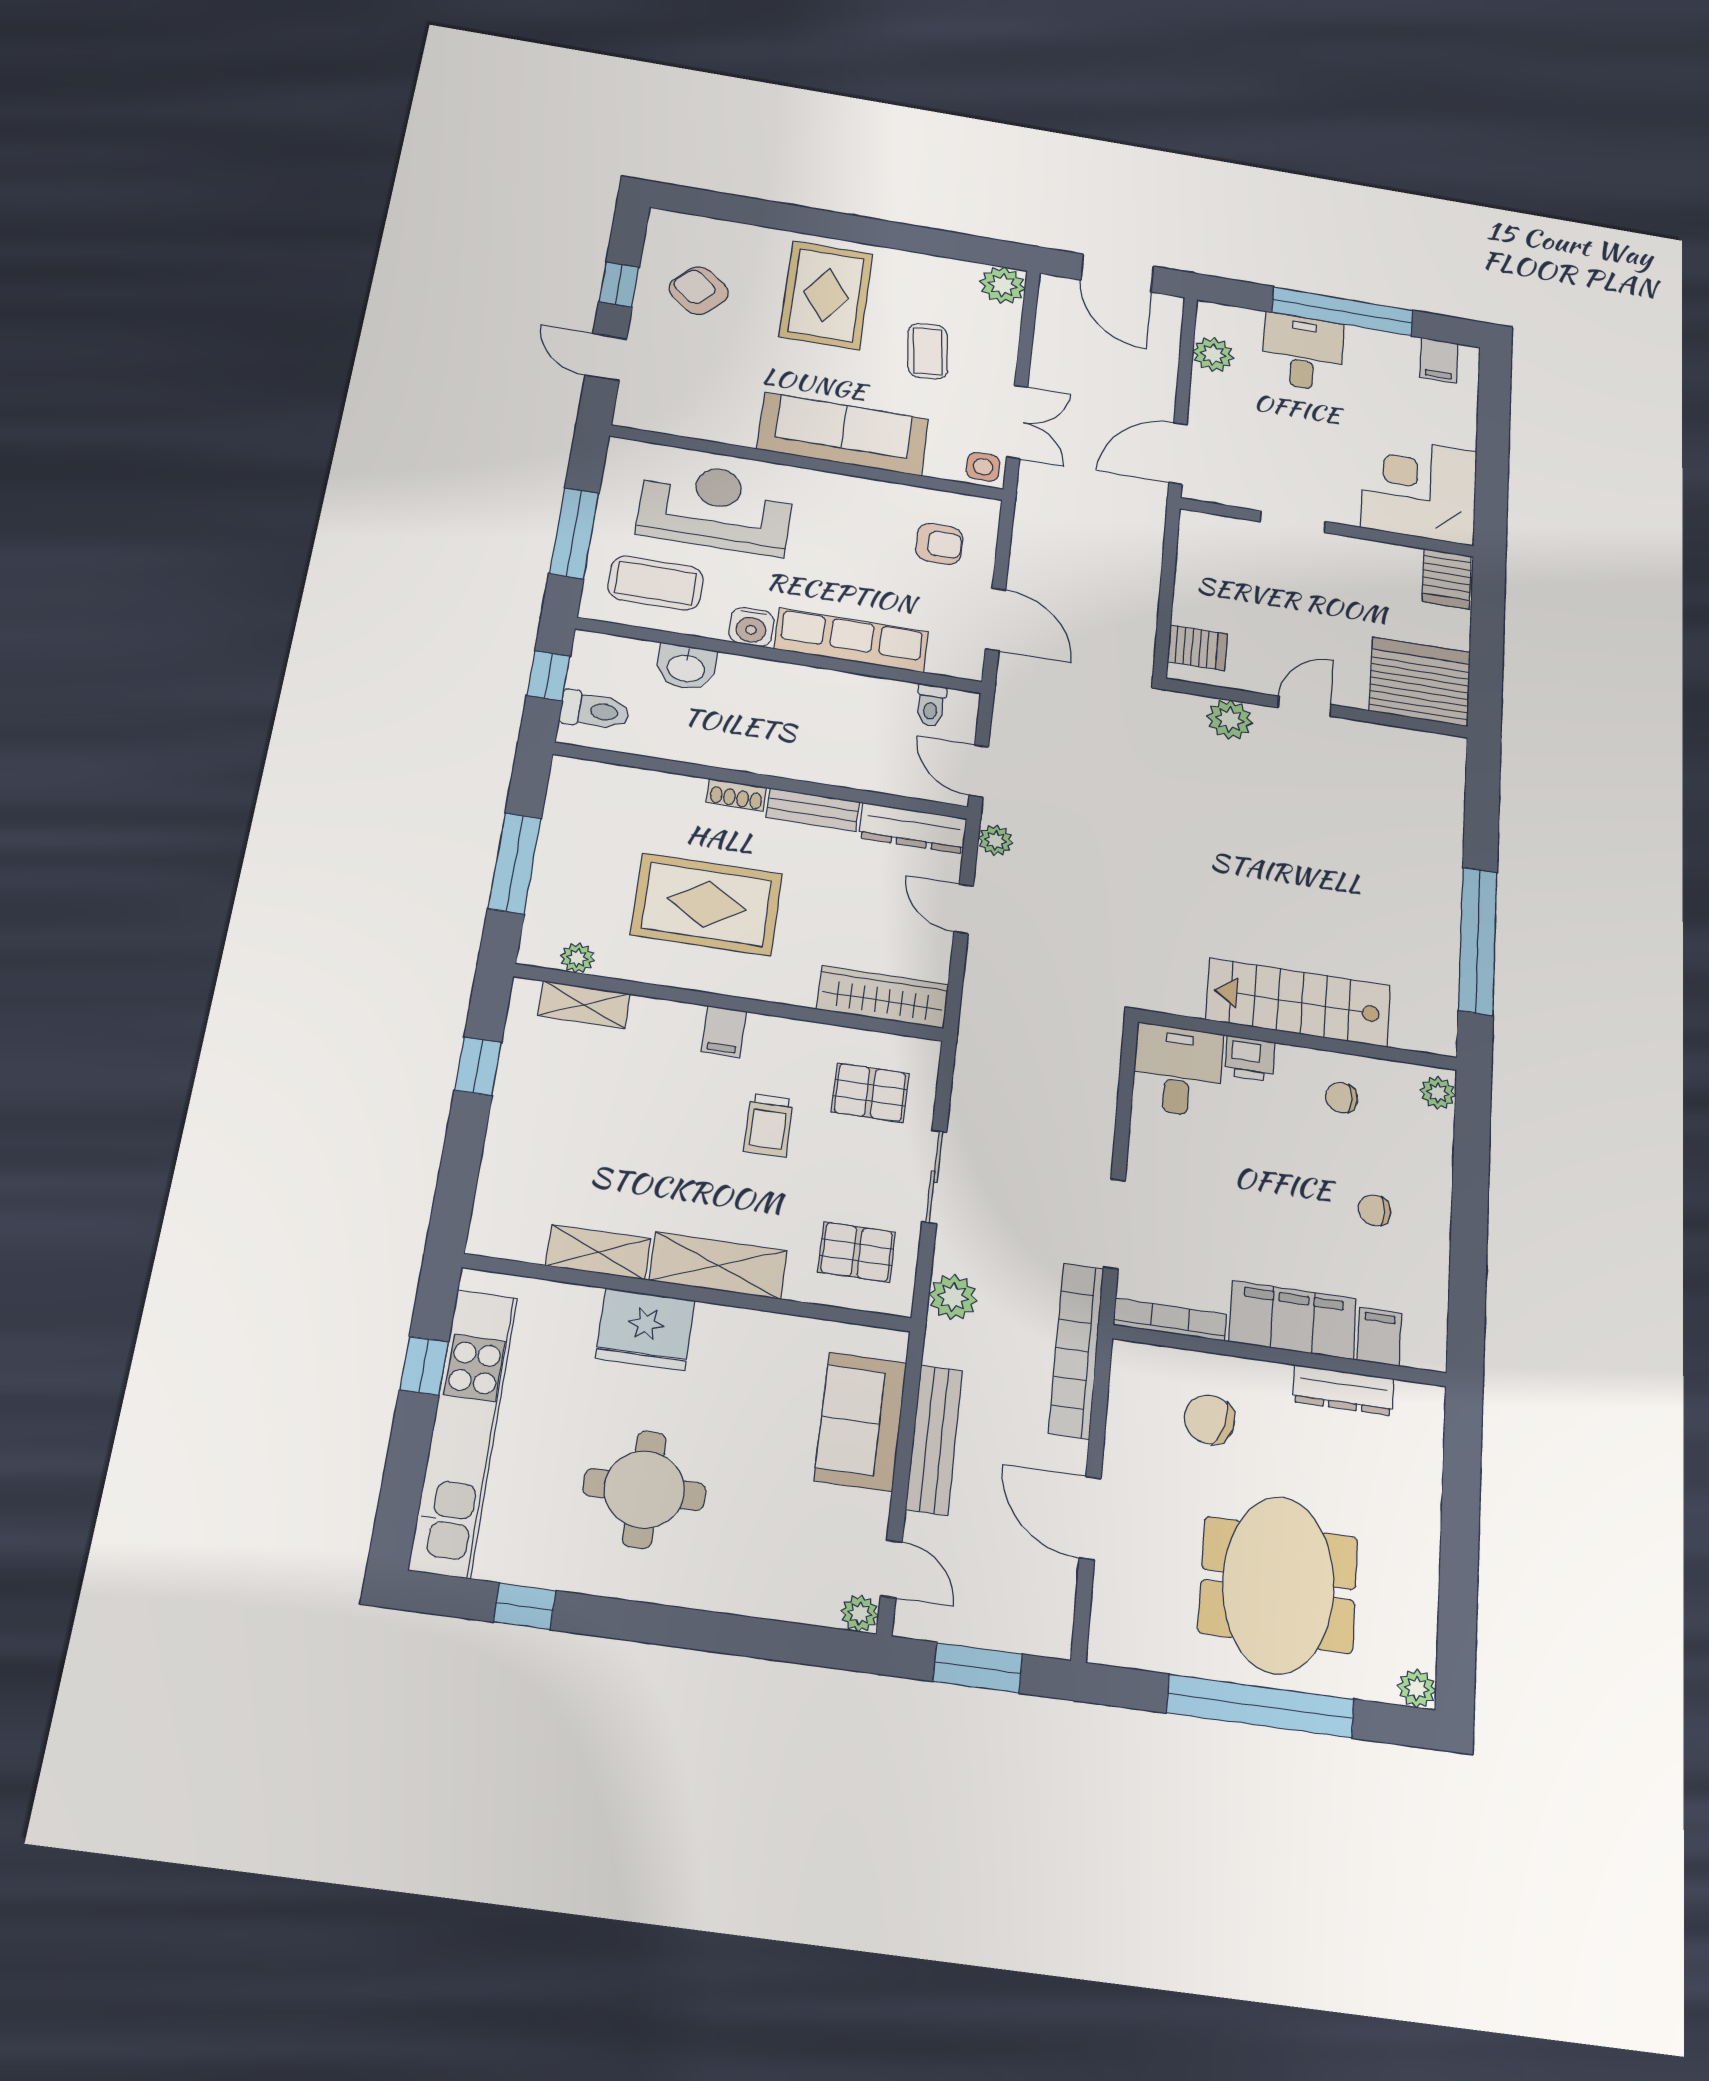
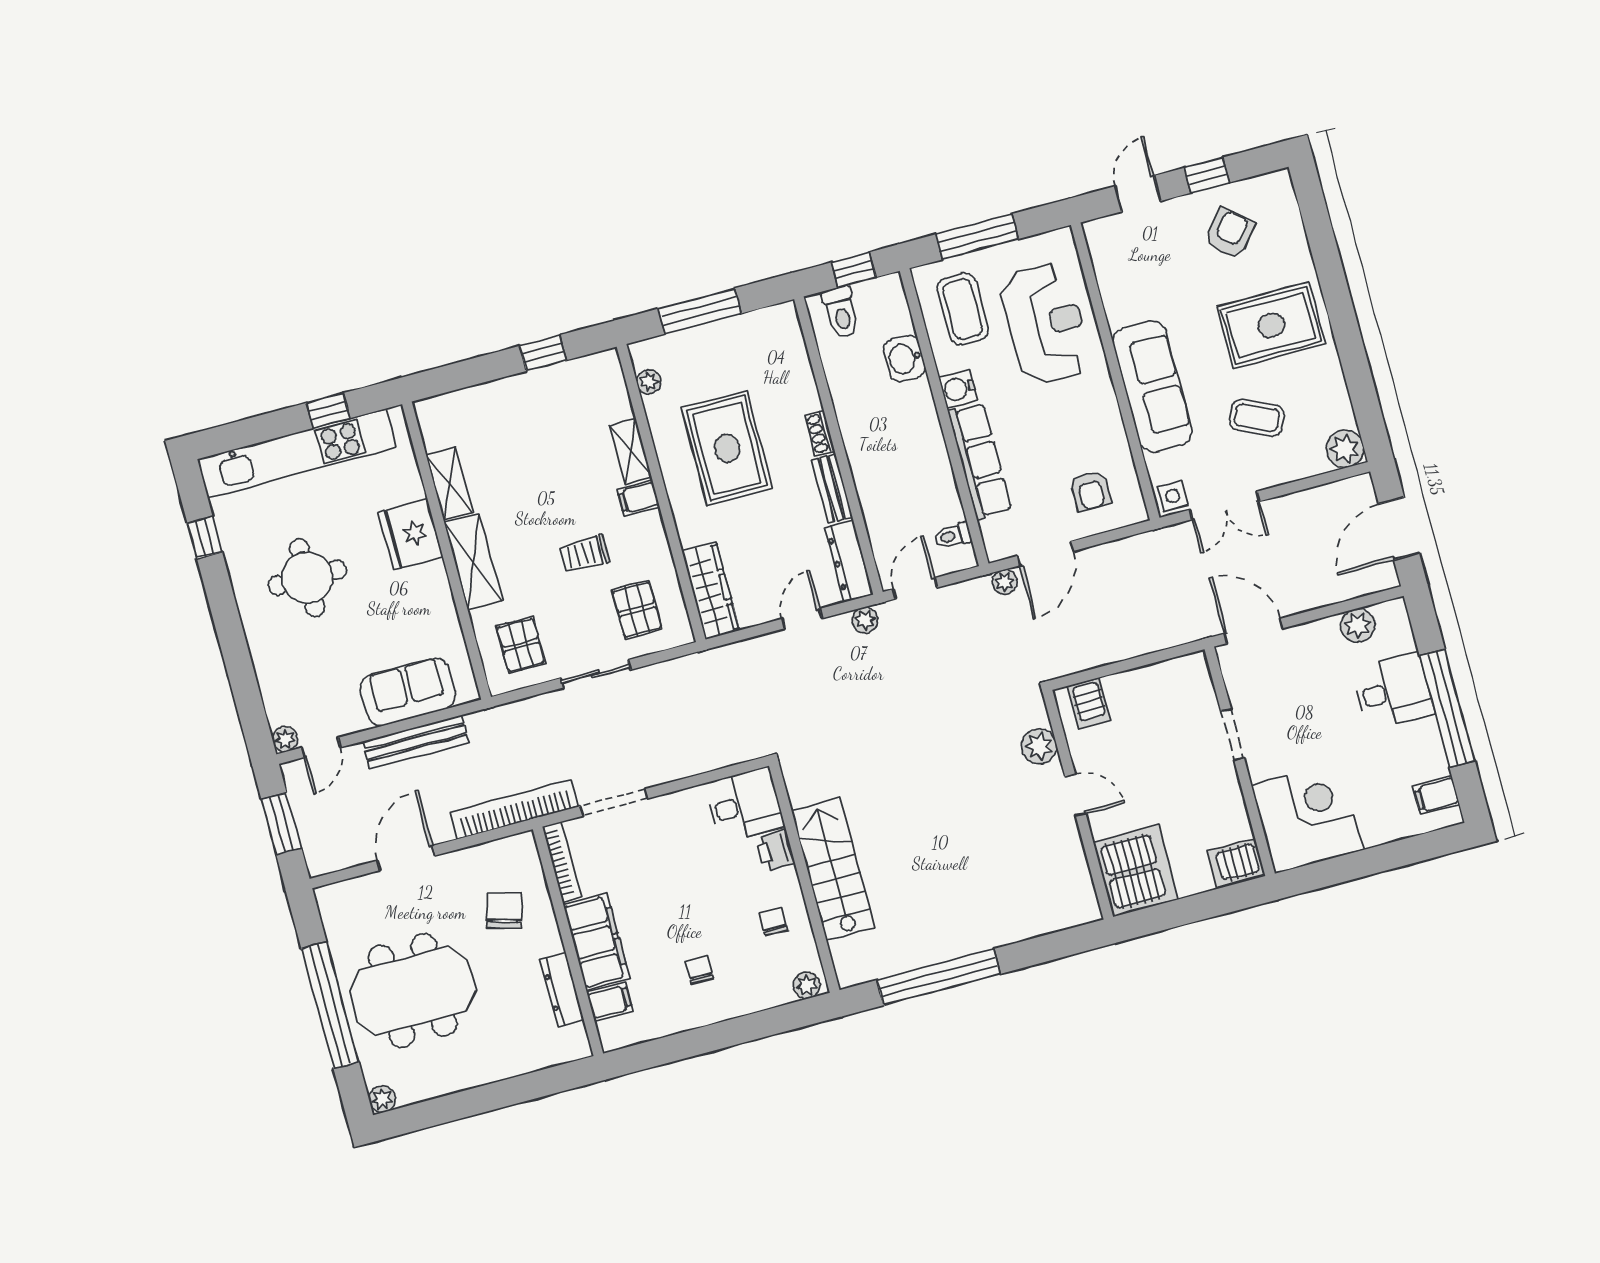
coffee table: (928, 351) -> (1257, 418), turned 30
shelving: (584, 1005) -> (631, 451), moved
plant: (953, 1297) -> (1005, 582), moved, width x0.73, depth x0.73

